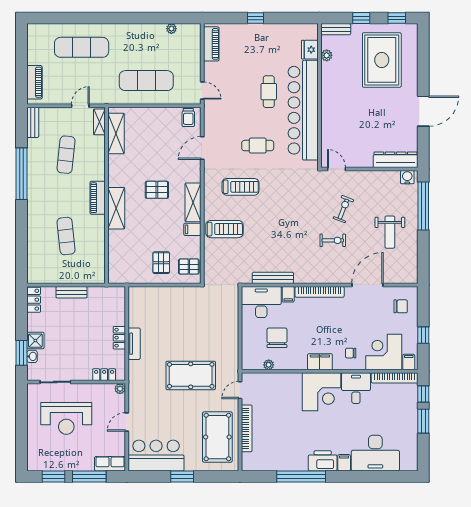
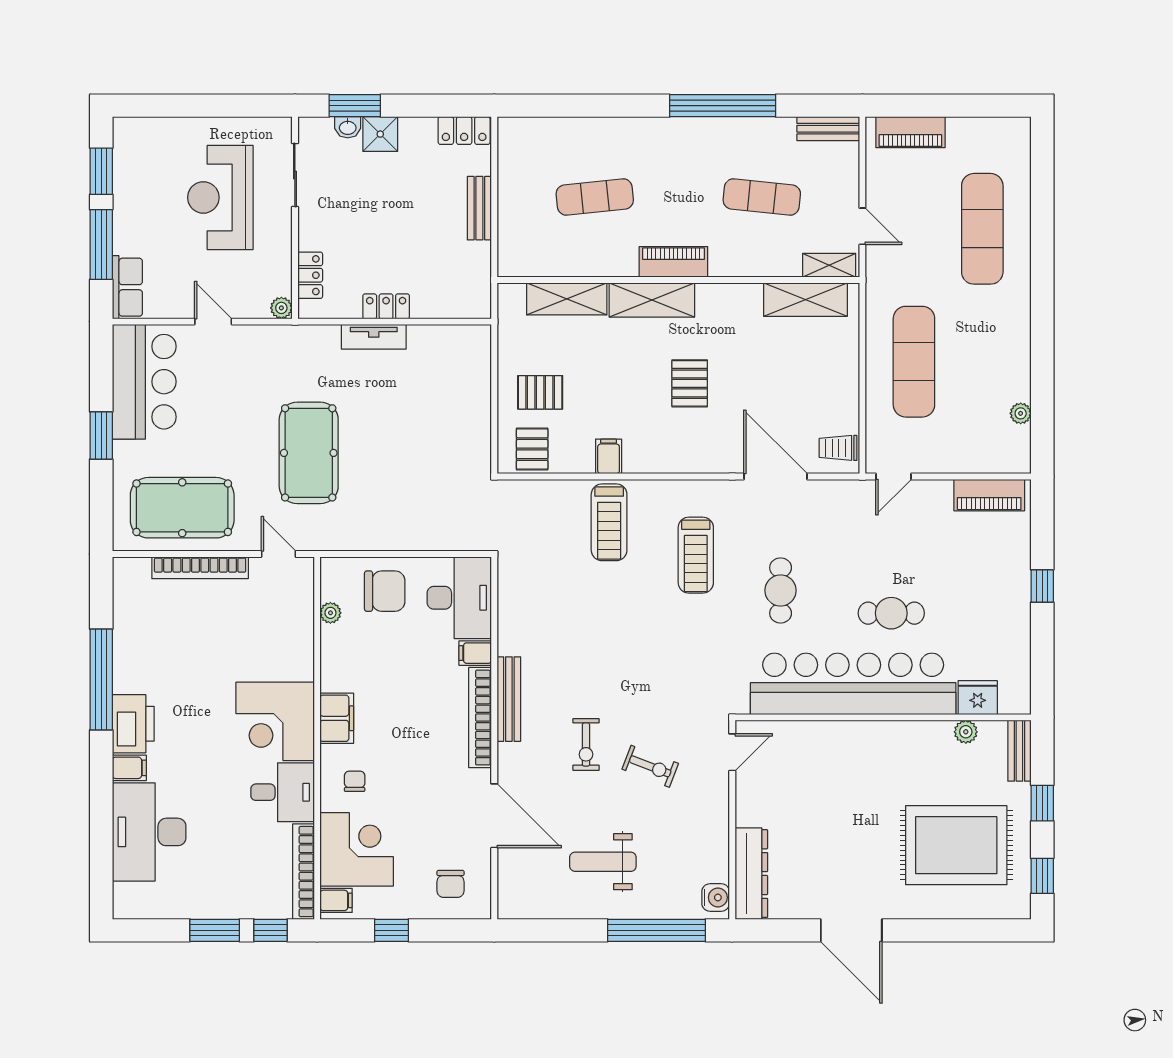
door: (202, 148) -> (775, 477), width x1.36
shelving: (193, 202) -> (567, 299), moved
bench: (273, 278) -> (509, 699), moved
chair: (277, 338) -> (385, 591), moved

